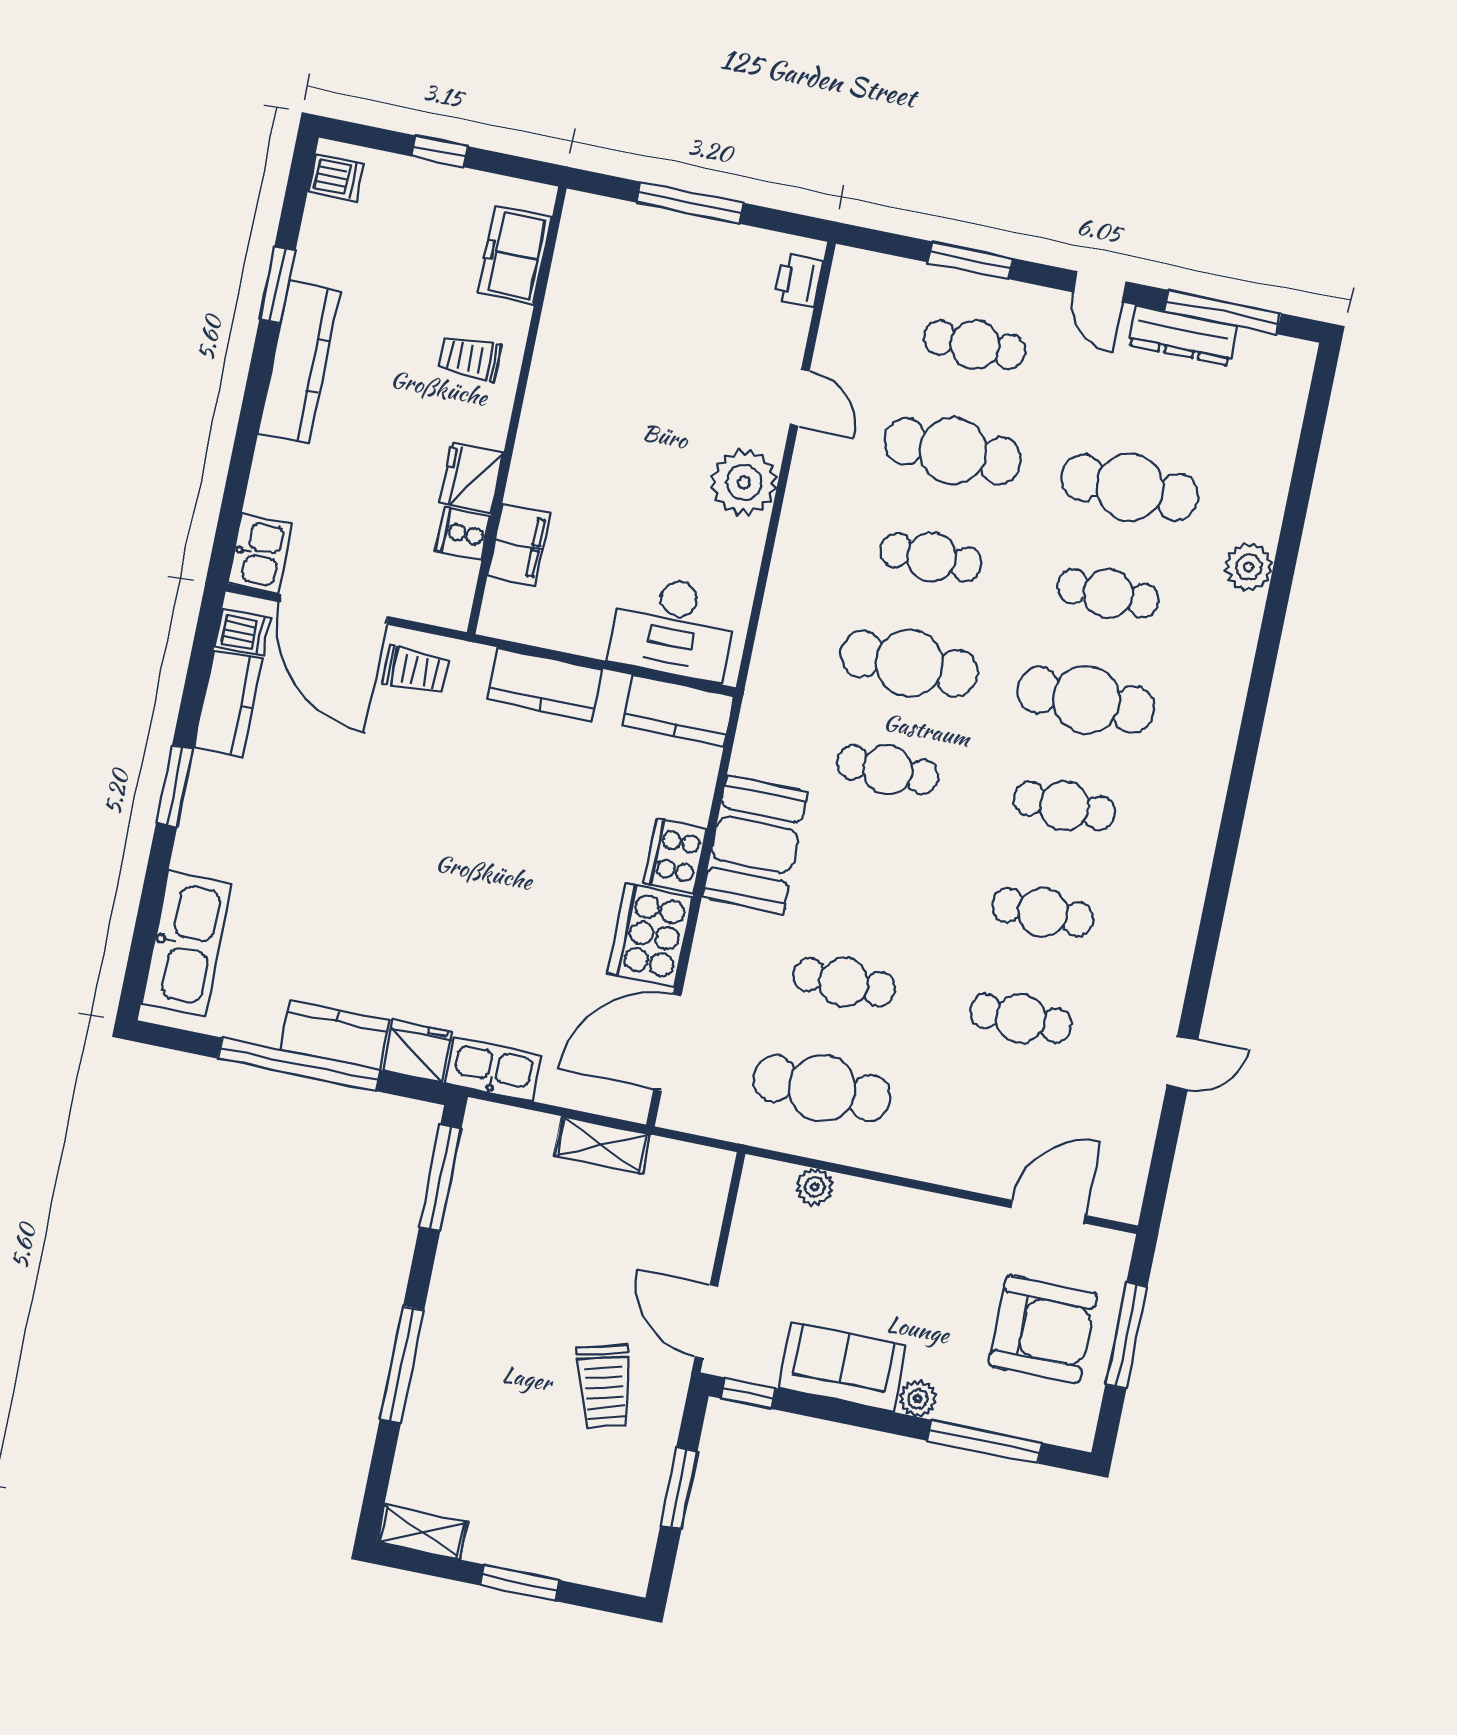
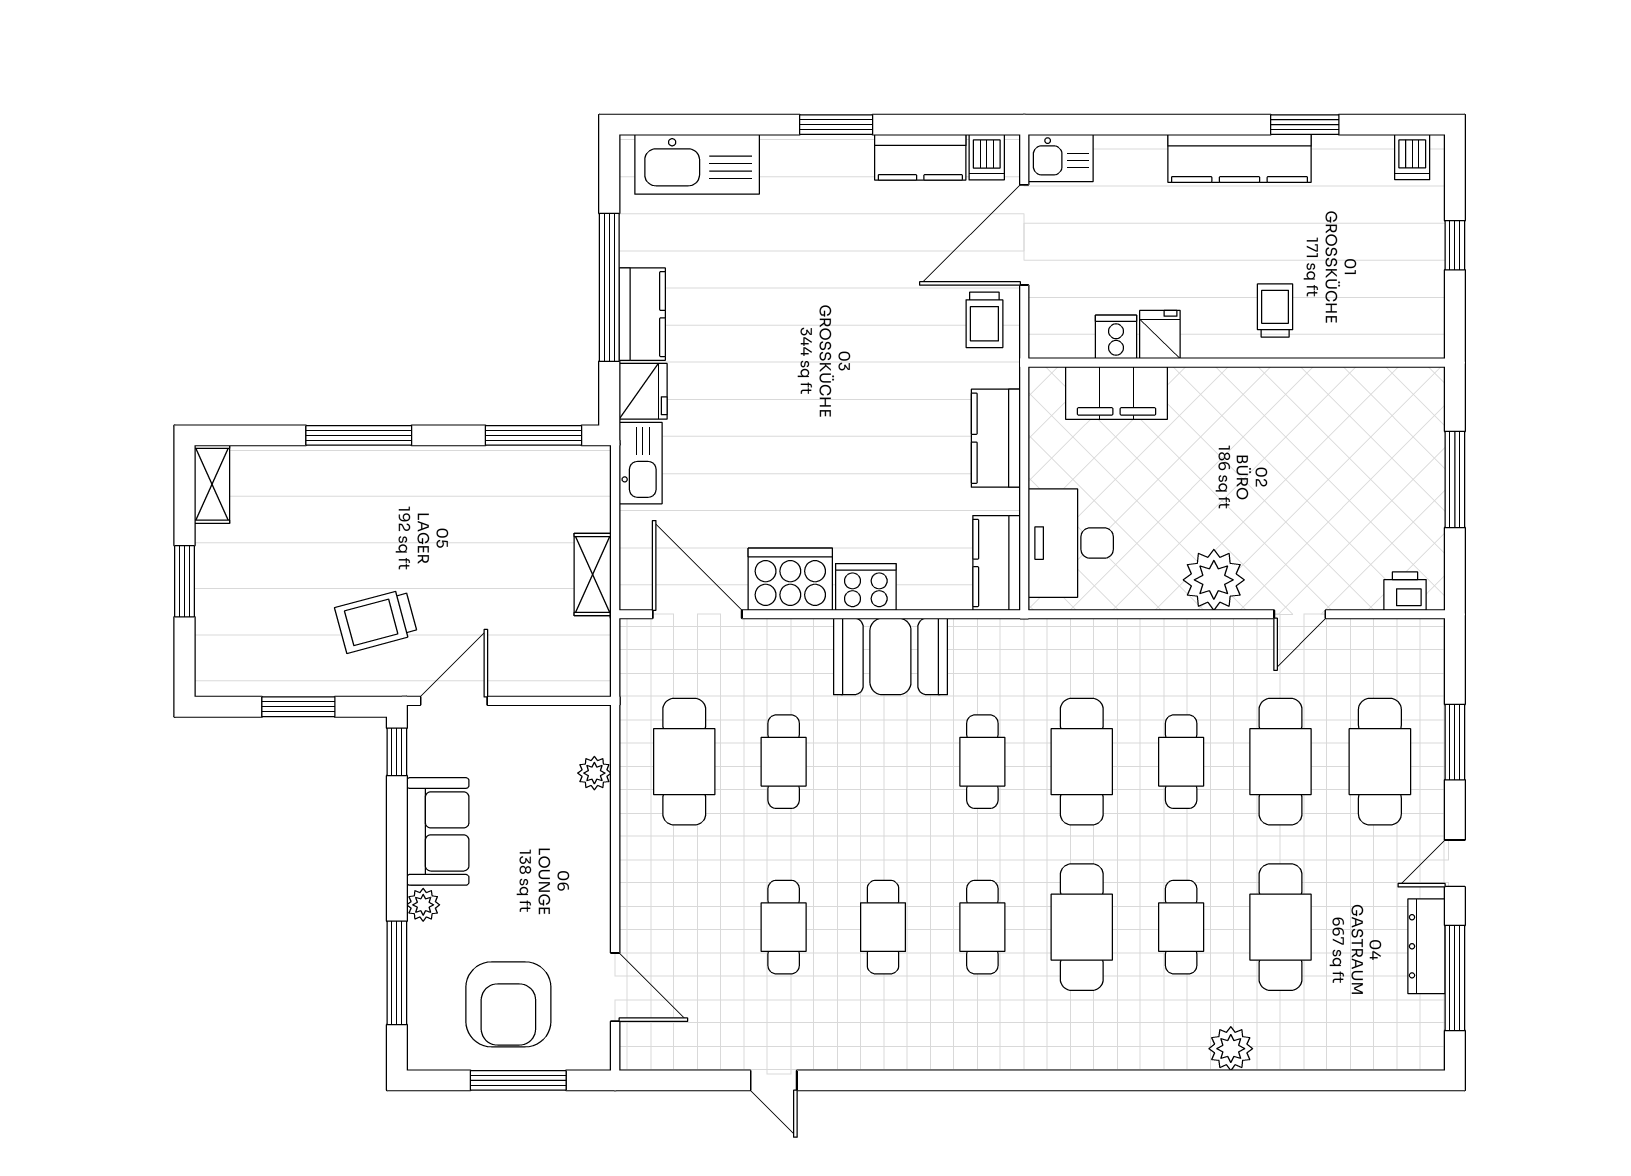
freezer: (515, 255) -> (1376, 332), removed
cafe table: (975, 345) -> (1380, 762), width x1.37, depth x1.35
fridge: (472, 478) -> (1160, 335), width x0.72
filing cabinet: (519, 544) -> (1117, 393), width x1.50, depth x1.17

